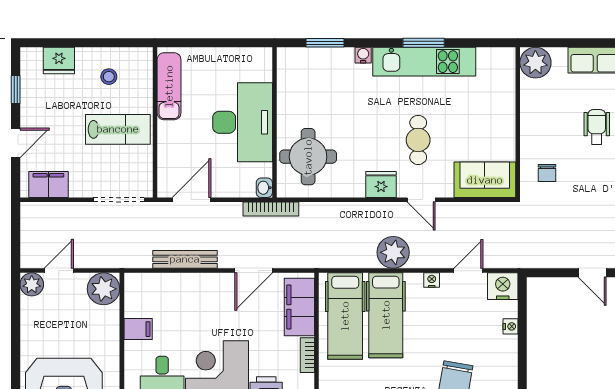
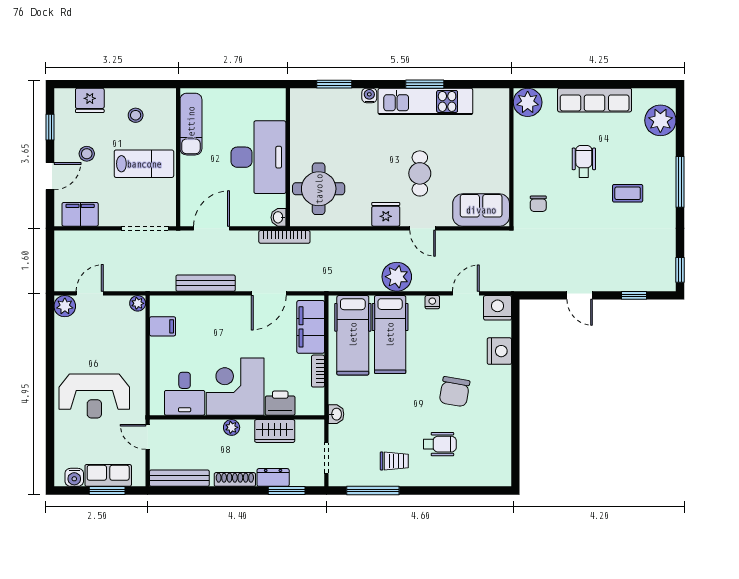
stool: (56, 119) -> (87, 154), added
plant: (104, 289) -> (138, 303), width x0.53, depth x0.53
nightstand: (510, 326) -> (499, 351), width x1.89, depth x1.79
filing cabinet: (138, 329) -> (163, 326), moved

